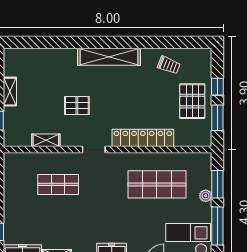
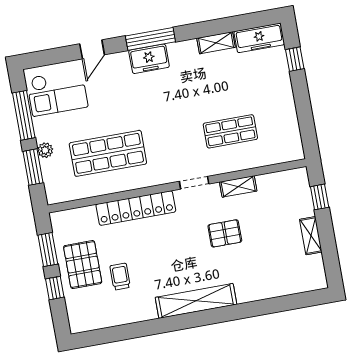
trolley: (169, 65) -> (120, 277), moved, turned 69
shelving: (46, 140) -> (238, 186), moved

